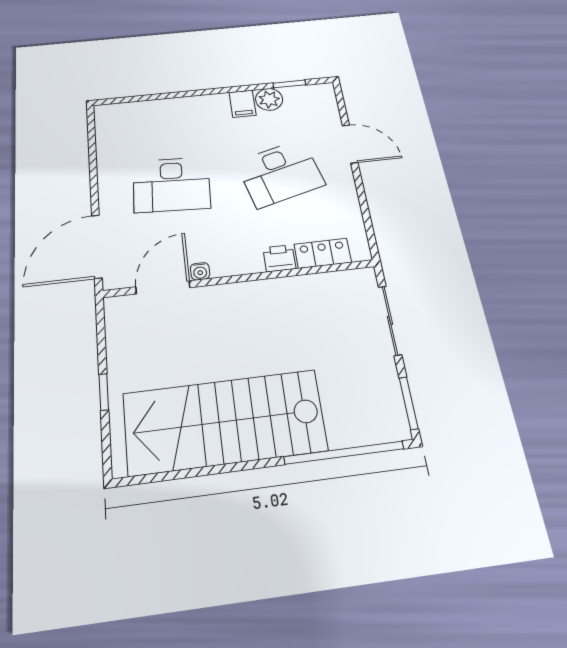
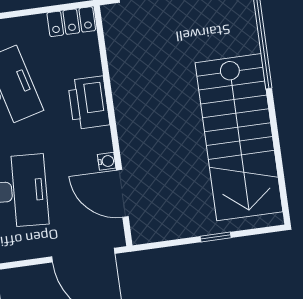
locker: (323, 253) -> (71, 22), moved, turned -90
printer: (279, 258) -> (89, 103), width x1.87, depth x1.48

